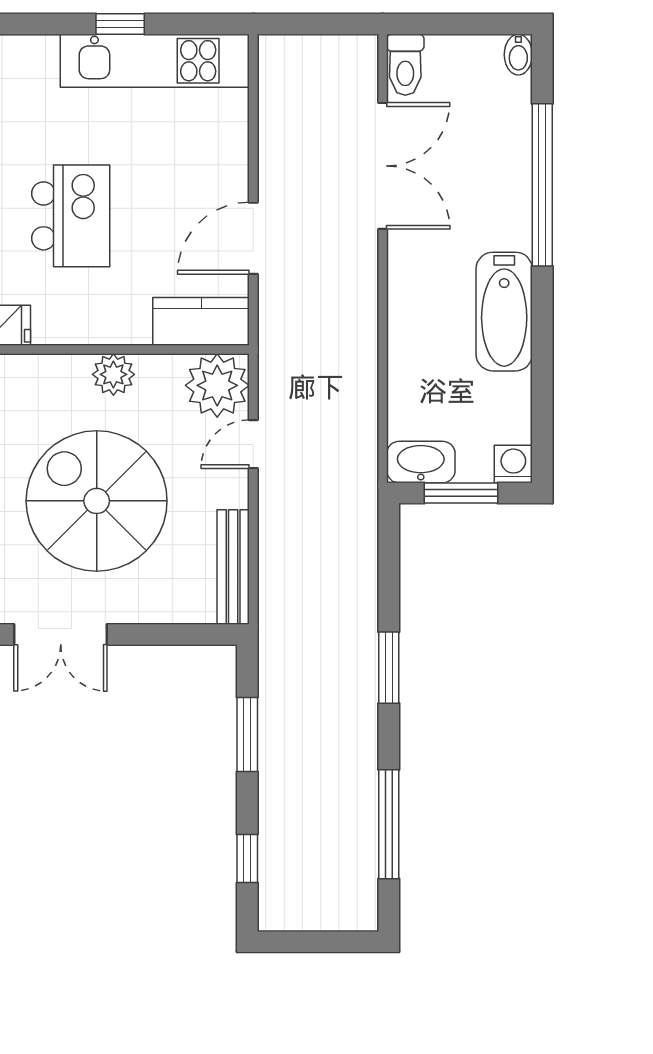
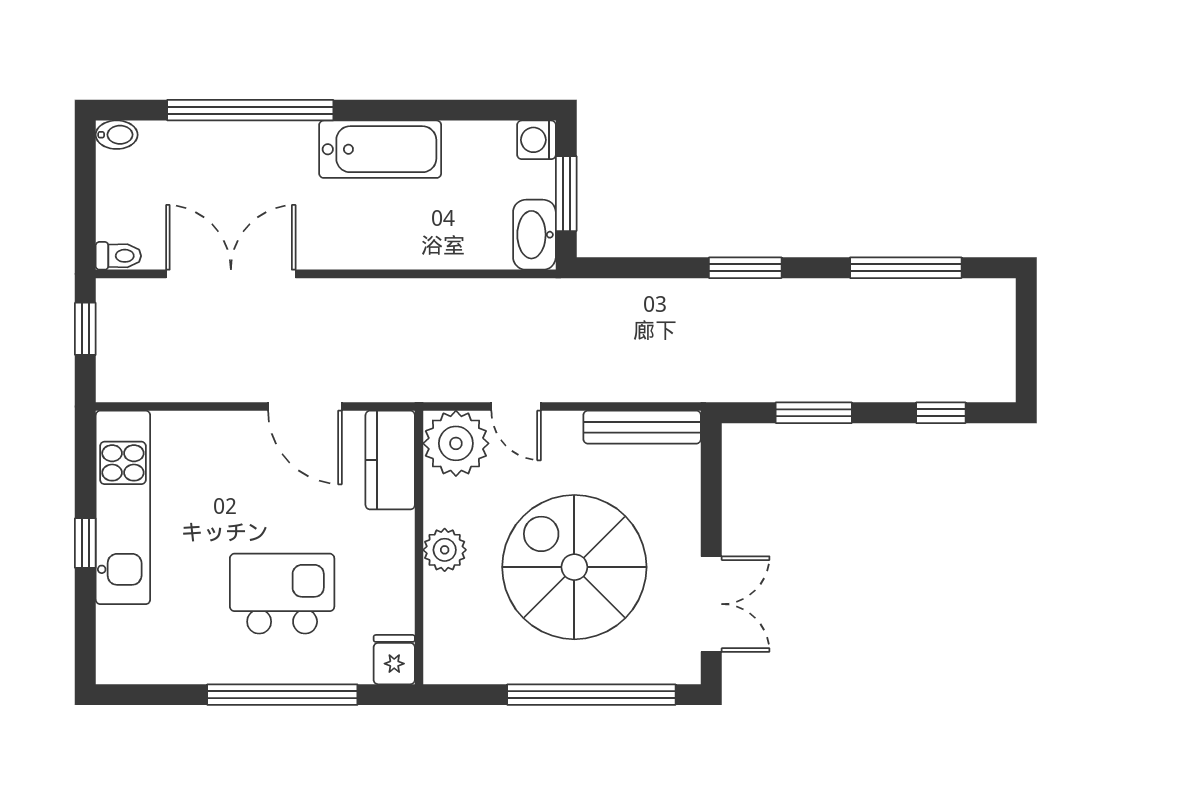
window: (329, 24) -> (85, 329), added
toilet: (405, 65) -> (118, 256), width x0.73, depth x0.72
spiral stairs: (97, 501) -> (574, 567), turned 90

